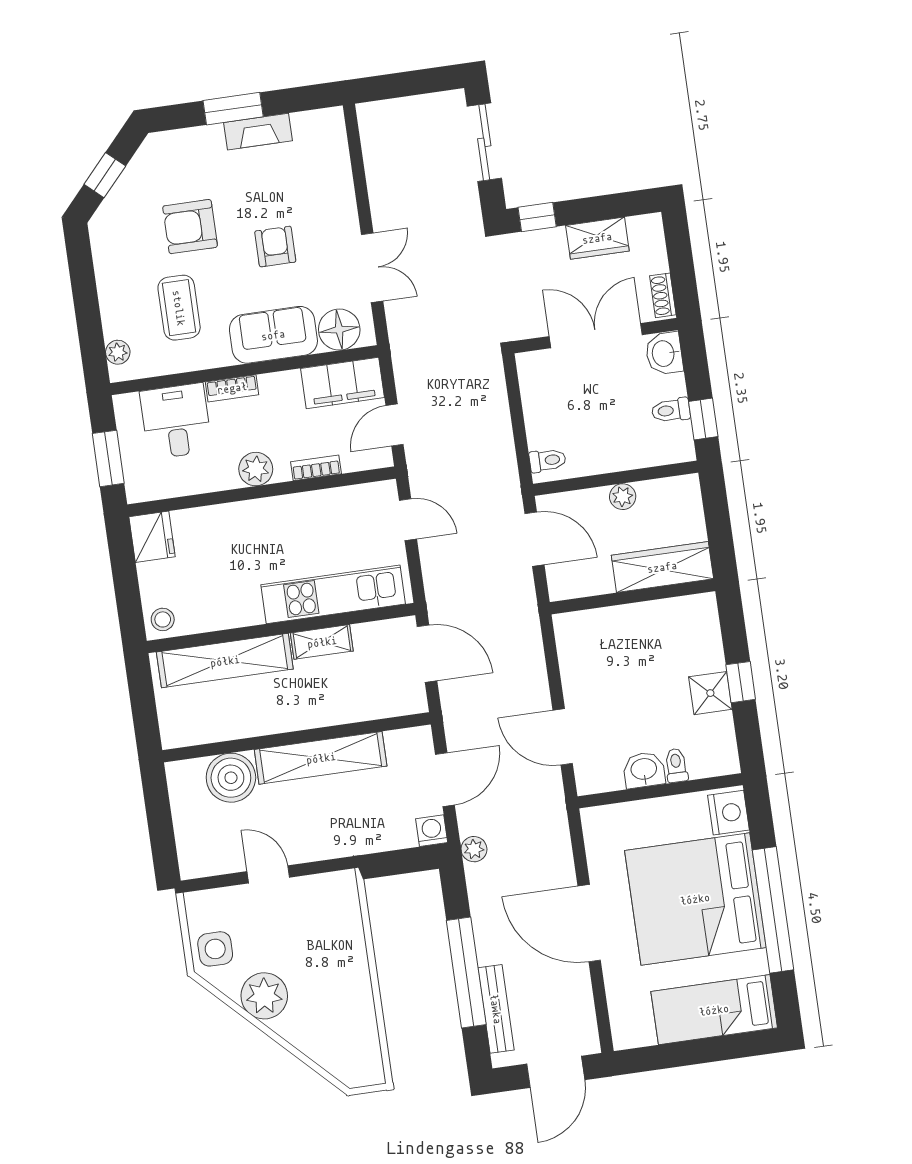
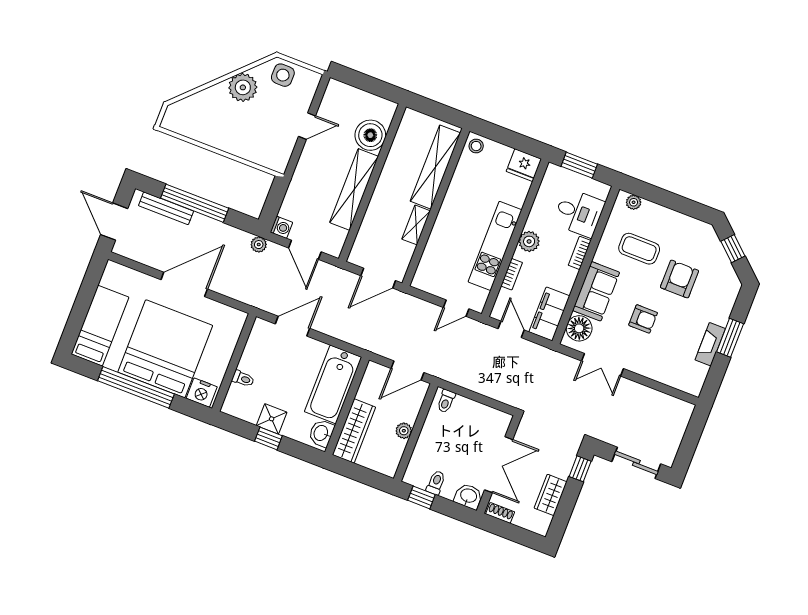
kitchen unit: (333, 594) -> (495, 246), moved, turned 180
bathtub: (613, 633) -> (333, 384), added
washbasin: (644, 770) -> (321, 433), moved, turned 180

